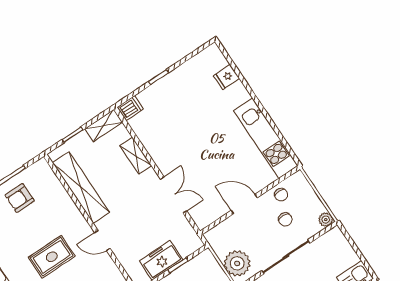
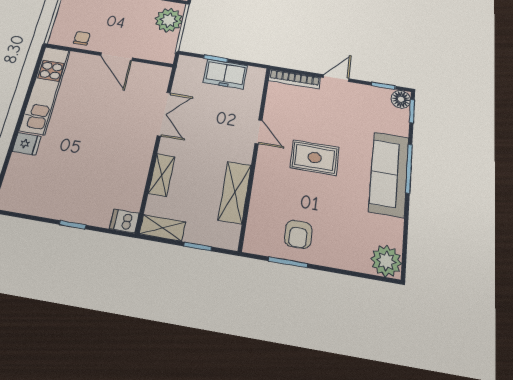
fridge: (226, 77) -> (27, 144), moved
shelving: (81, 187) -> (235, 192), width x0.68
double door: (174, 195) -> (164, 114), swing flipped
armchair: (20, 198) -> (298, 234), turned 90
chair: (285, 219) -> (99, 18), removed

